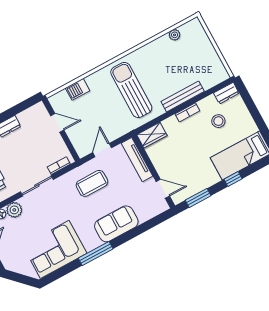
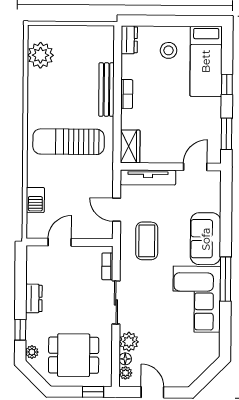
plant: (175, 35) -> (41, 55), width x1.87, depth x1.87
stool: (218, 121) -> (169, 50), moved
corner sofa: (55, 249) -> (197, 299), moved

